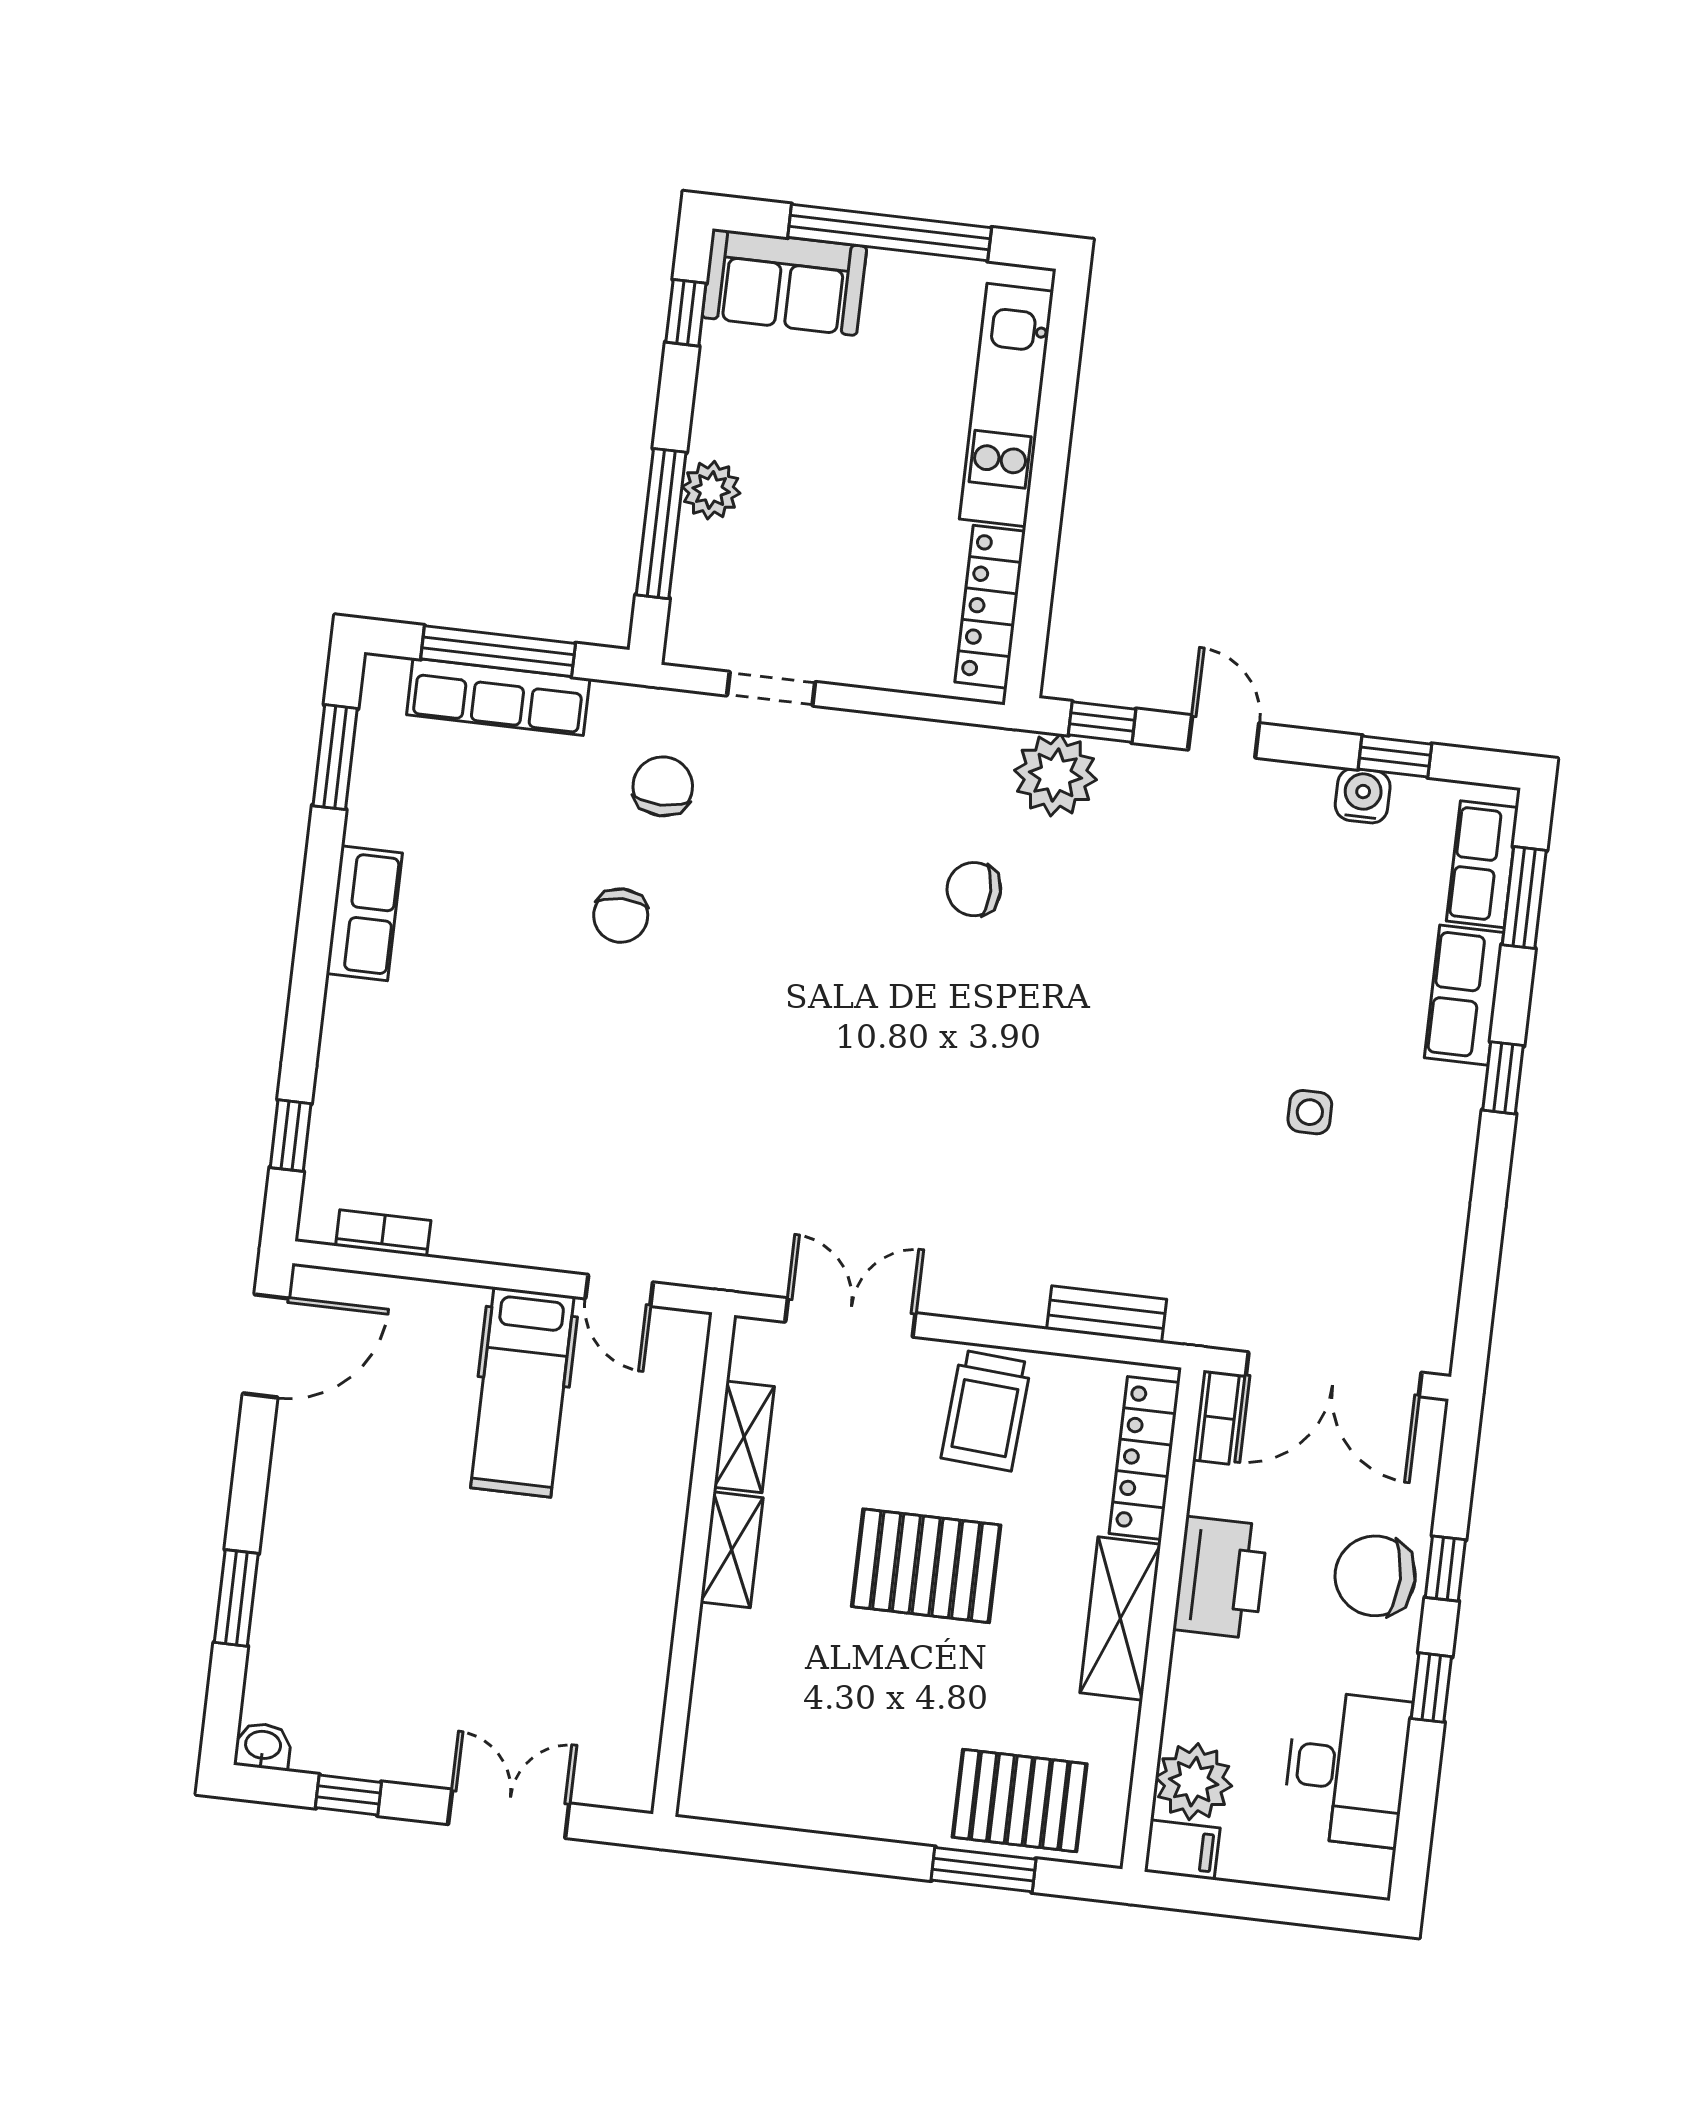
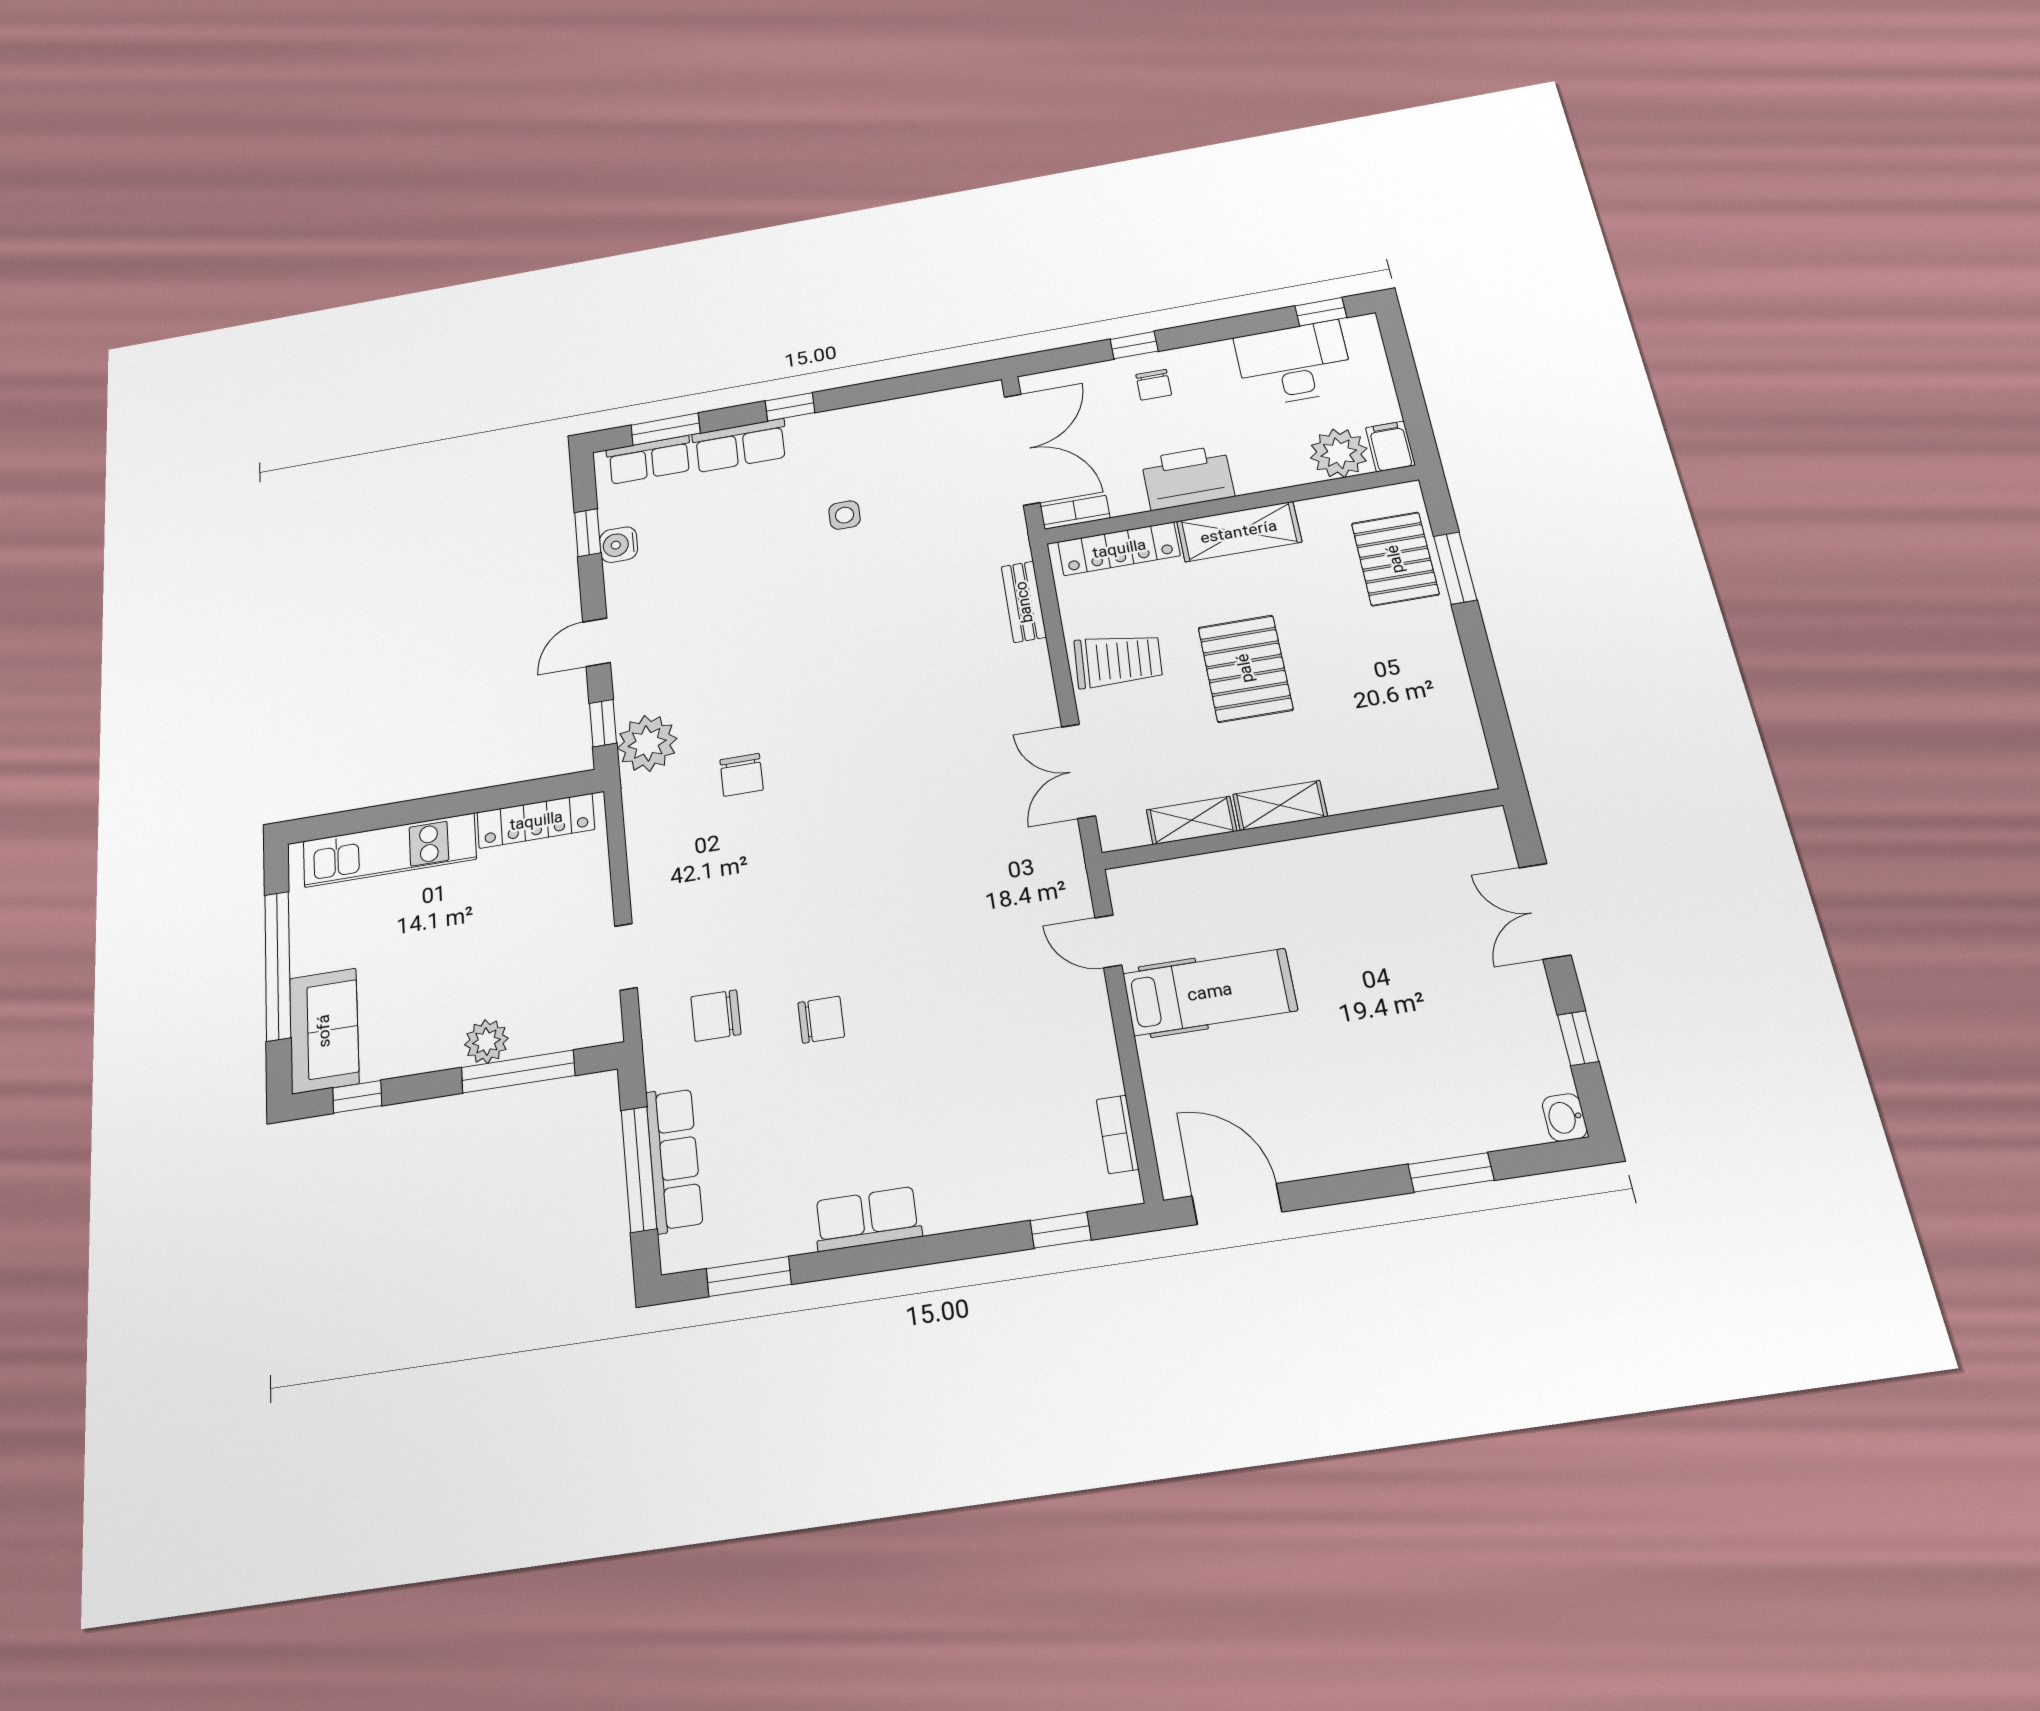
door: (619, 1290) -> (1108, 941), swing flipped
chair: (1375, 1576) -> (1154, 385), width x0.54, depth x0.54
window: (1431, 1688) -> (1321, 312), moved

